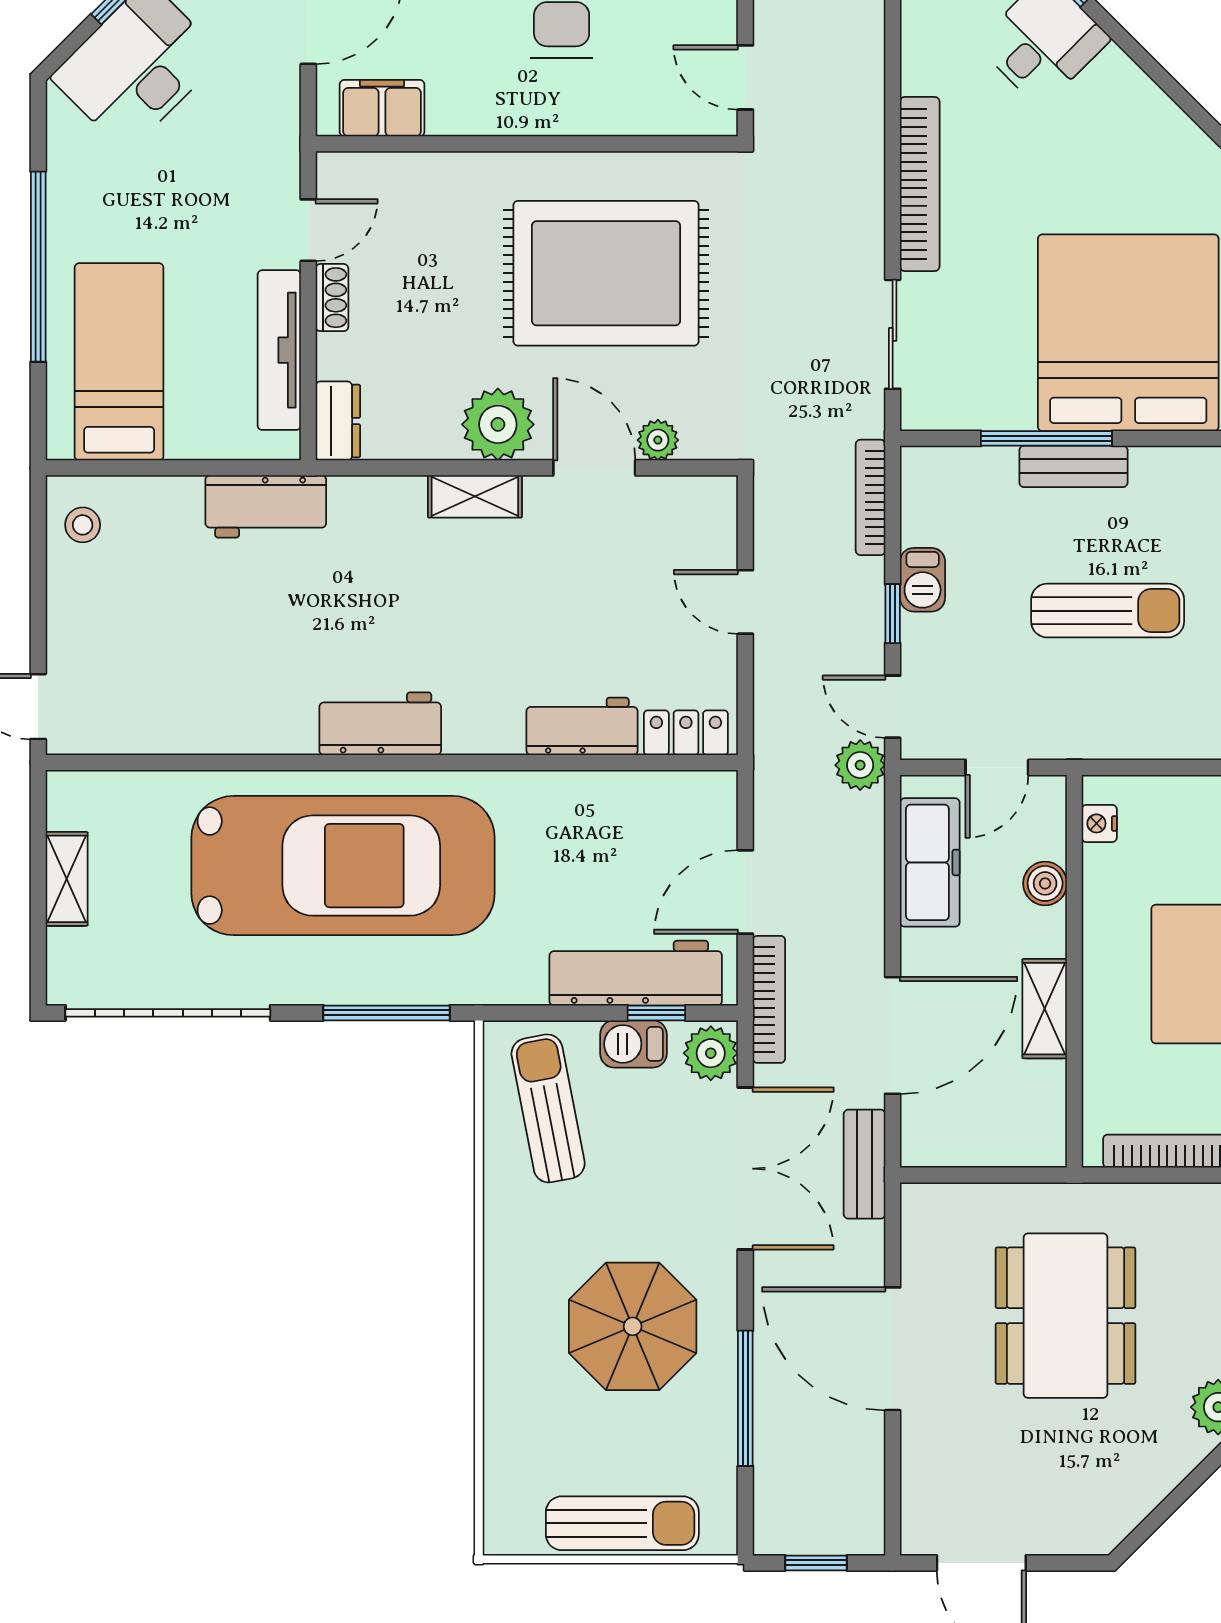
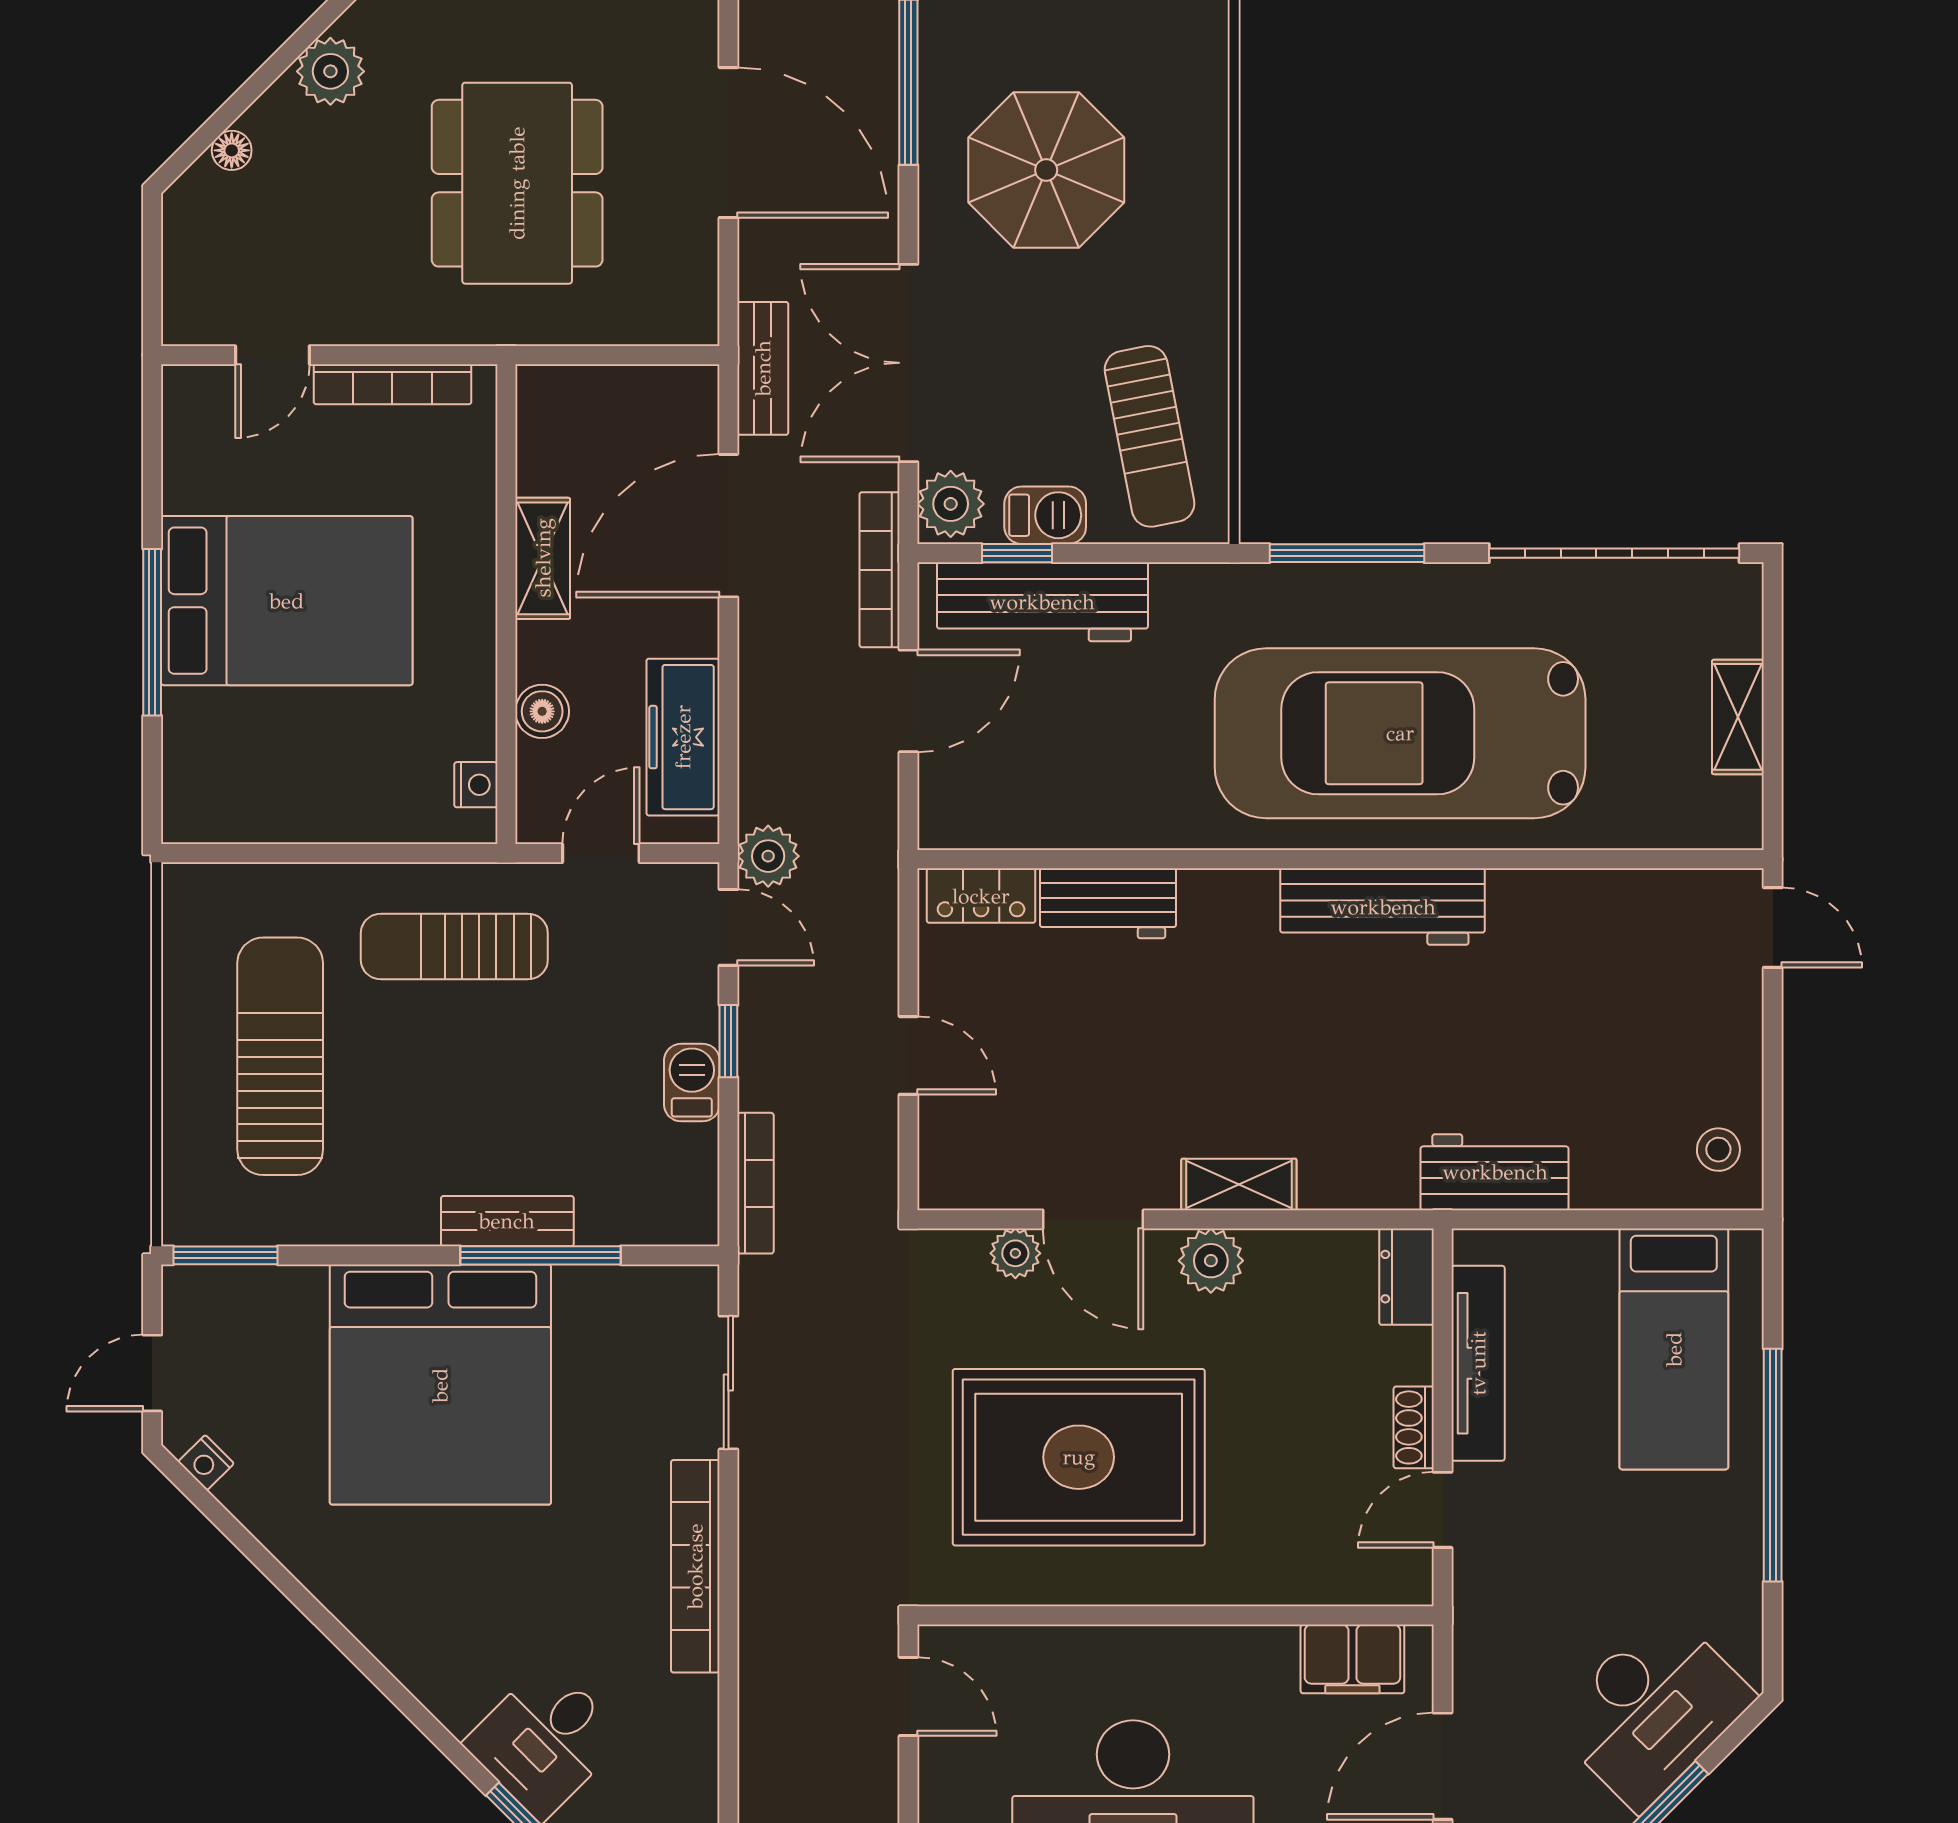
plant: (498, 424) -> (1211, 1261), width x0.73, depth x0.73
sun lounger: (1108, 611) -> (454, 947), moved
workbench: (380, 724) -> (1383, 907), width x1.38

